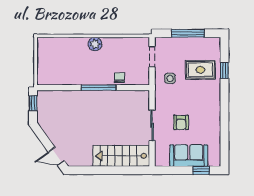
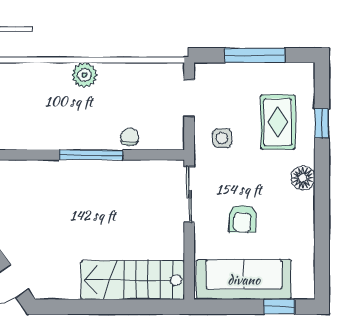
rug: (200, 70) -> (278, 122), turned 90
floor lamp: (214, 100) -> (303, 178), added
sliding door: (152, 125) -> (189, 194), moved
sofa: (189, 156) -> (244, 280), width x1.36

